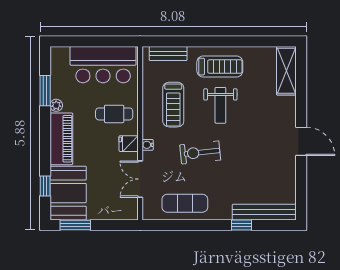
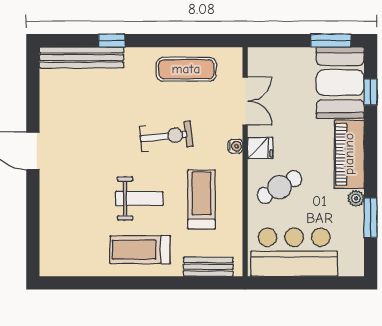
shelving: (286, 71) -> (52, 244), removed
weight bench: (220, 105) -> (139, 198), turned 90
cafe table: (114, 114) -> (280, 187), turned -30

